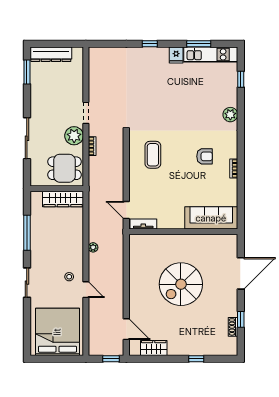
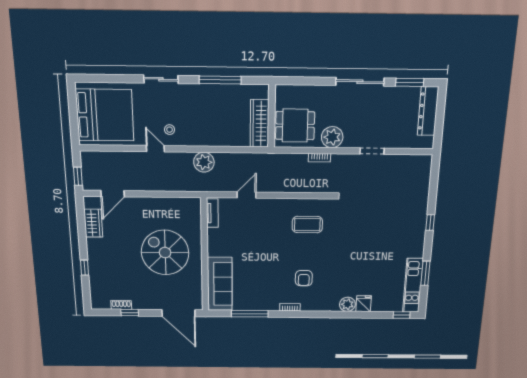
fridge: (176, 55) -> (364, 304), moved, turned 90
window: (241, 79) -> (402, 315), moved
doorway: (86, 113) -> (372, 151), moved
sliding door: (27, 138) -> (360, 82), moved
dining table: (64, 168) -> (295, 126), turned 90
window: (241, 206) -> (250, 314), added
sofa: (211, 218) -> (220, 284), moved
tv unit: (143, 224) -> (212, 213), moved
wall: (183, 232) -> (205, 255), moved
plant: (93, 247) -> (204, 162), width x1.87, depth x1.87
door: (86, 290) -> (155, 149), swing flipped

